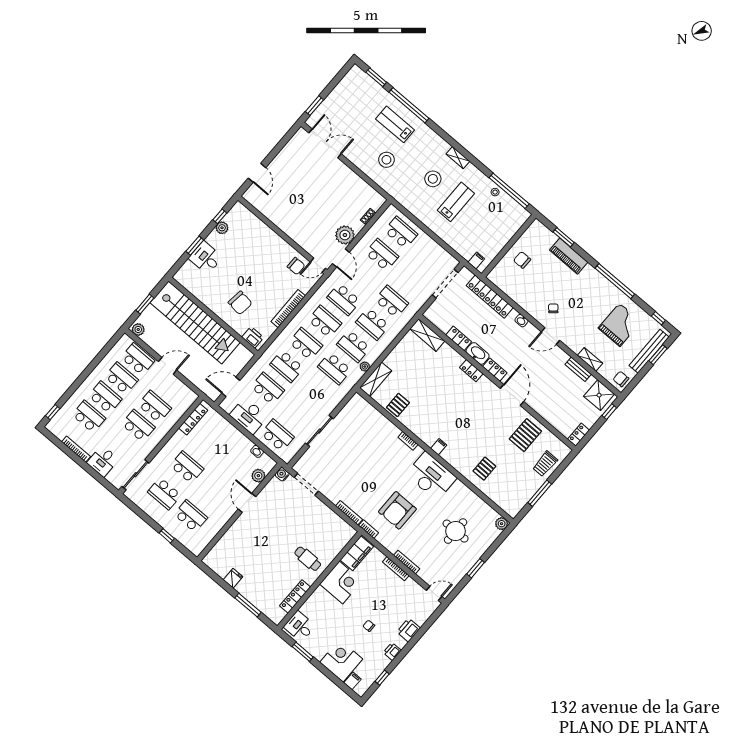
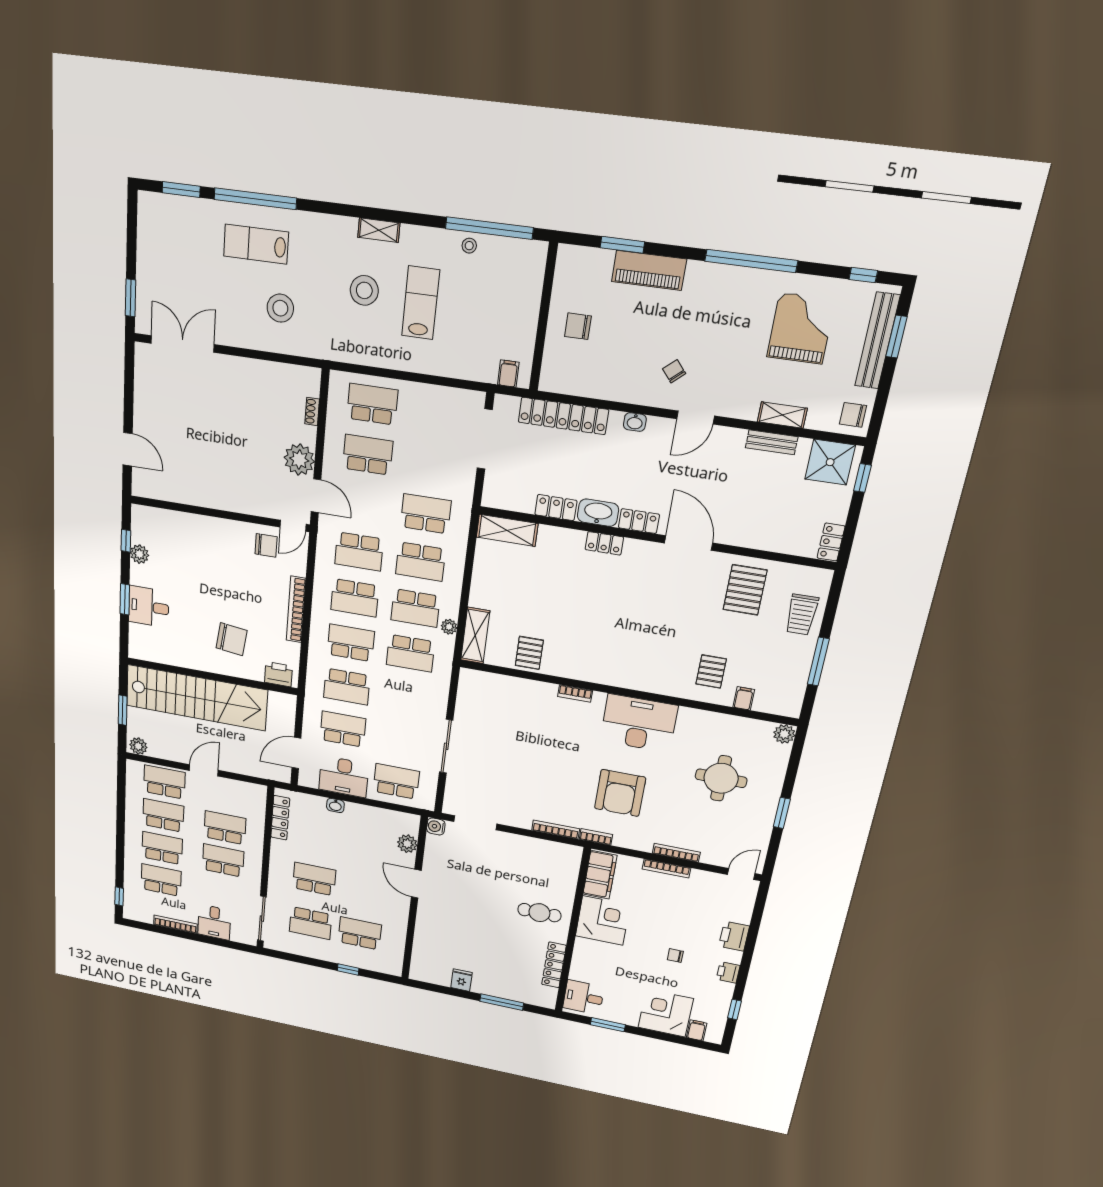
school desk: (325, 322) -> (355, 598), turned 180
filing cabinet: (439, 447) -> (744, 698), moved
washbasin: (257, 451) -> (335, 805), moved

